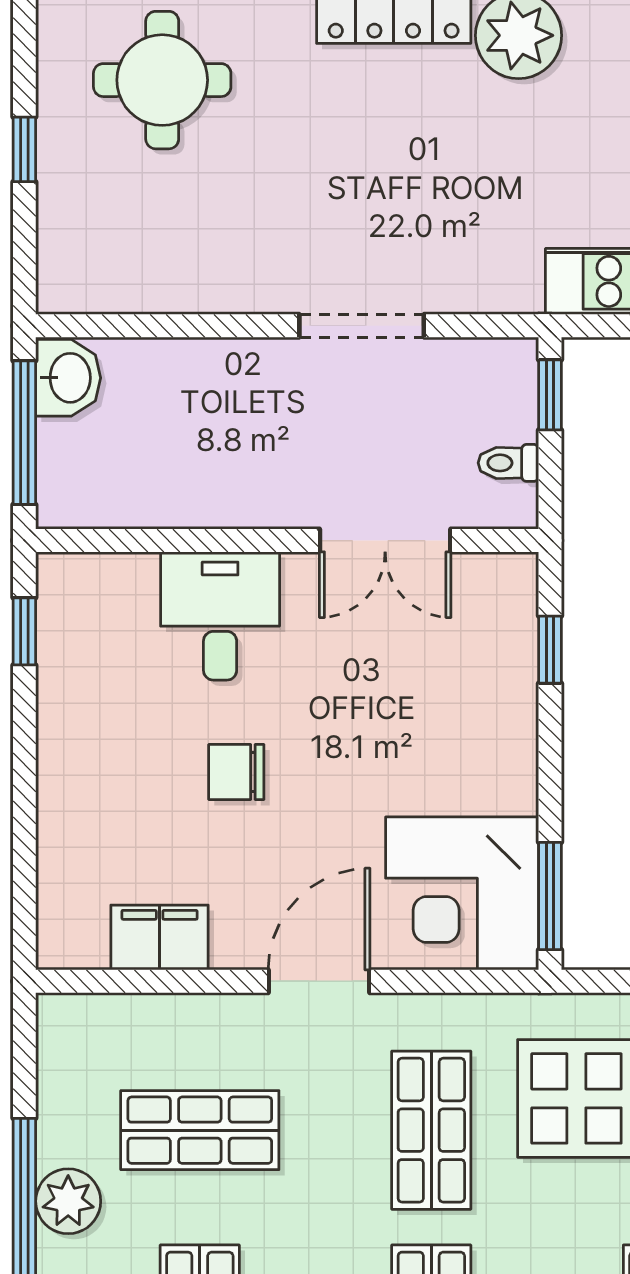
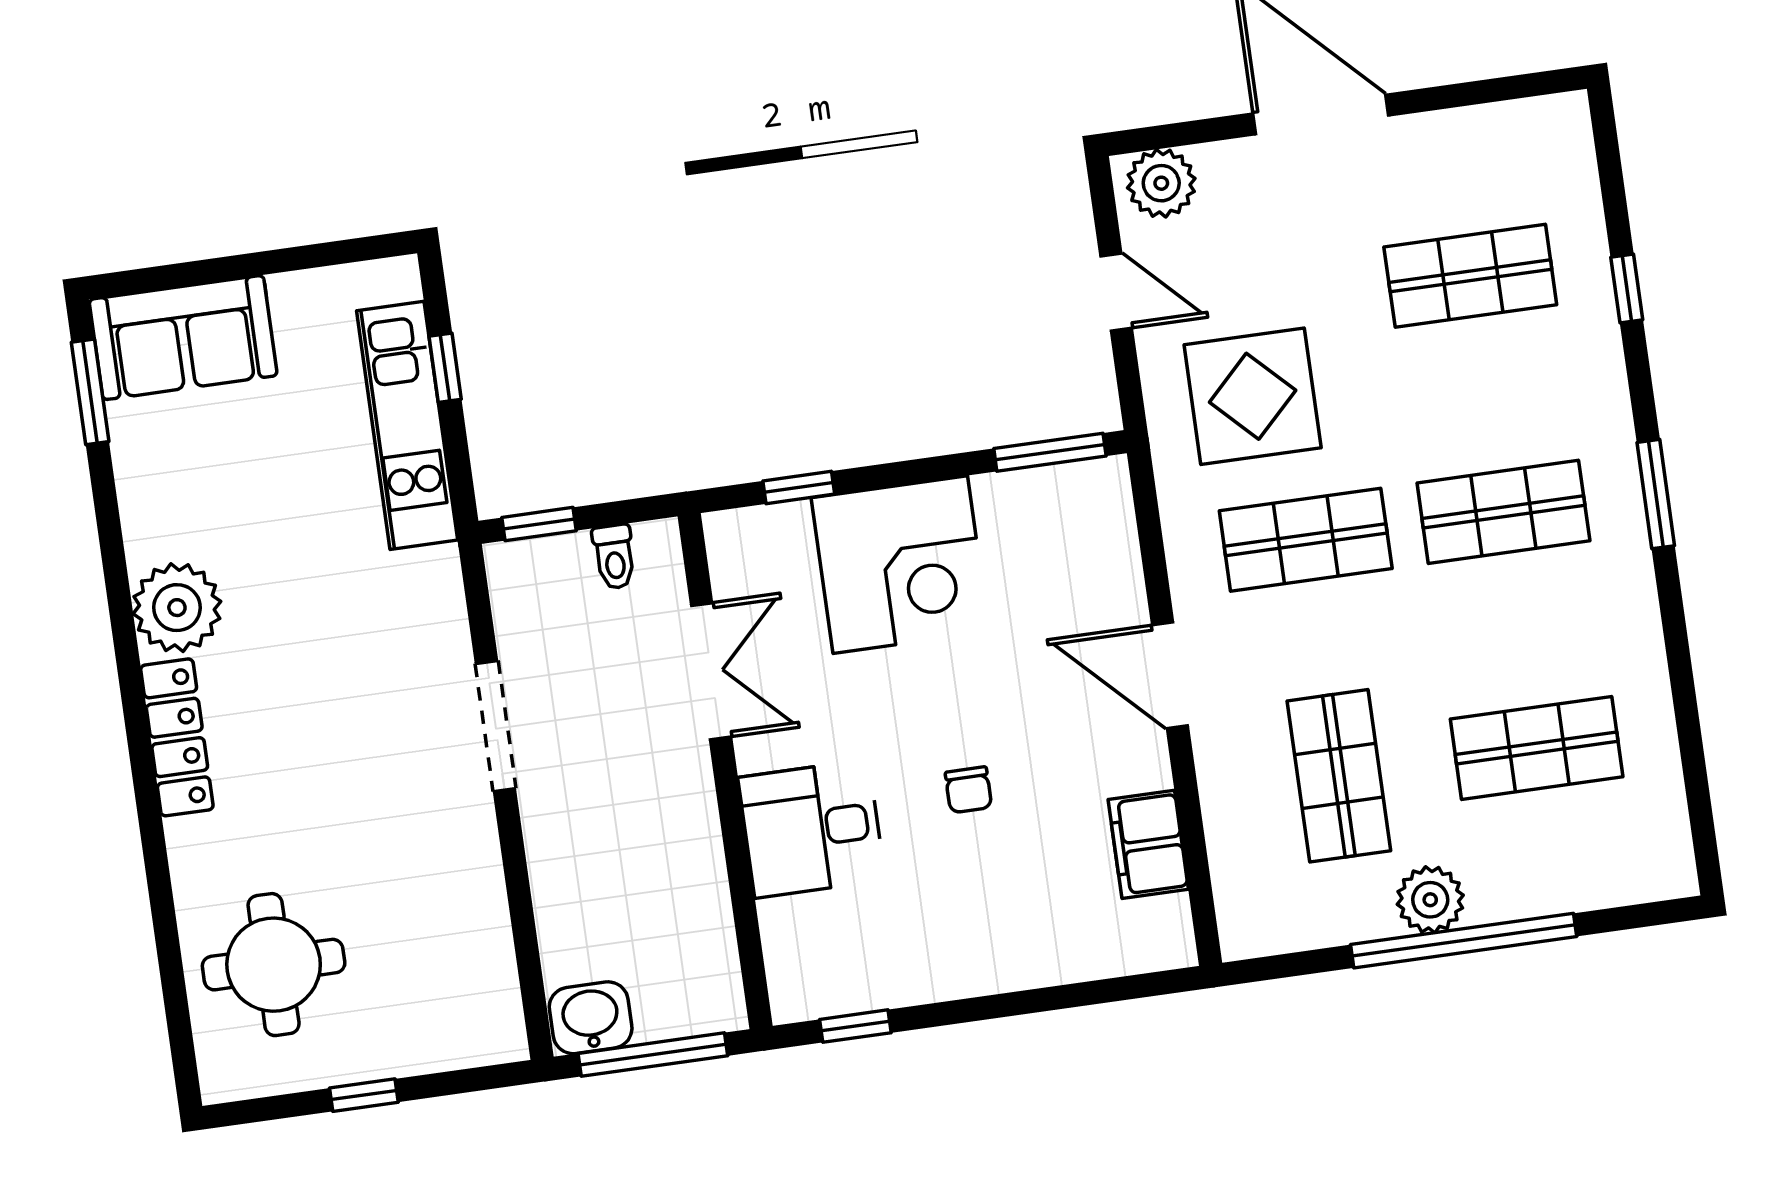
chair: (236, 772) -> (968, 790), width x0.73, depth x0.73
corner desk: (462, 893) -> (900, 565), moved

